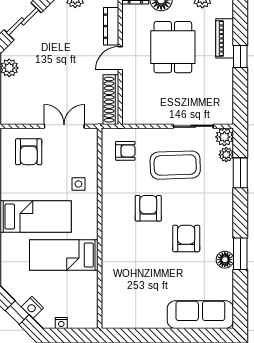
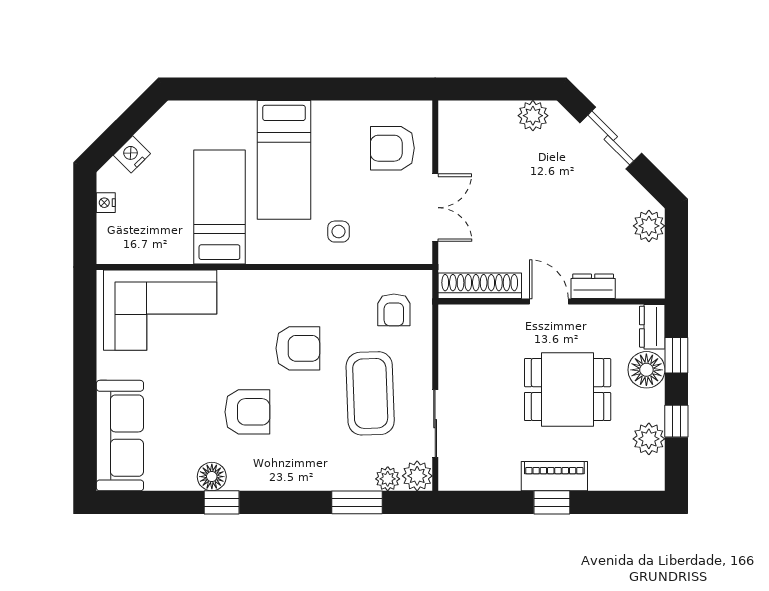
dresser: (111, 26) -> (593, 286), width x0.70
piano: (225, 38) -> (554, 476), moved
window: (240, 254) -> (222, 502), width x0.67
corner sofa: (125, 290) -> (160, 310), added
window: (17, 313) -> (123, 129), removed

